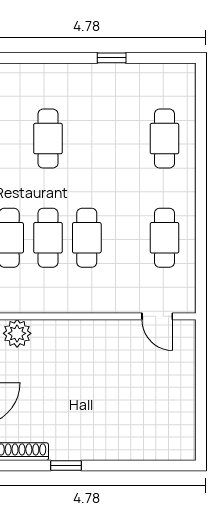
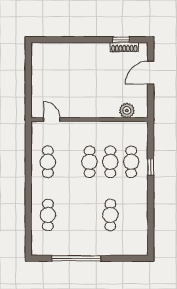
window: (112, 58) -> (76, 258), width x3.17
window: (66, 466) -> (121, 40), moved

